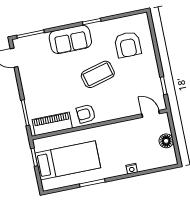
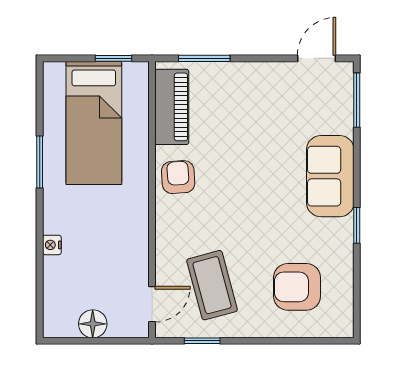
coffee table: (98, 74) -> (212, 285), moved

